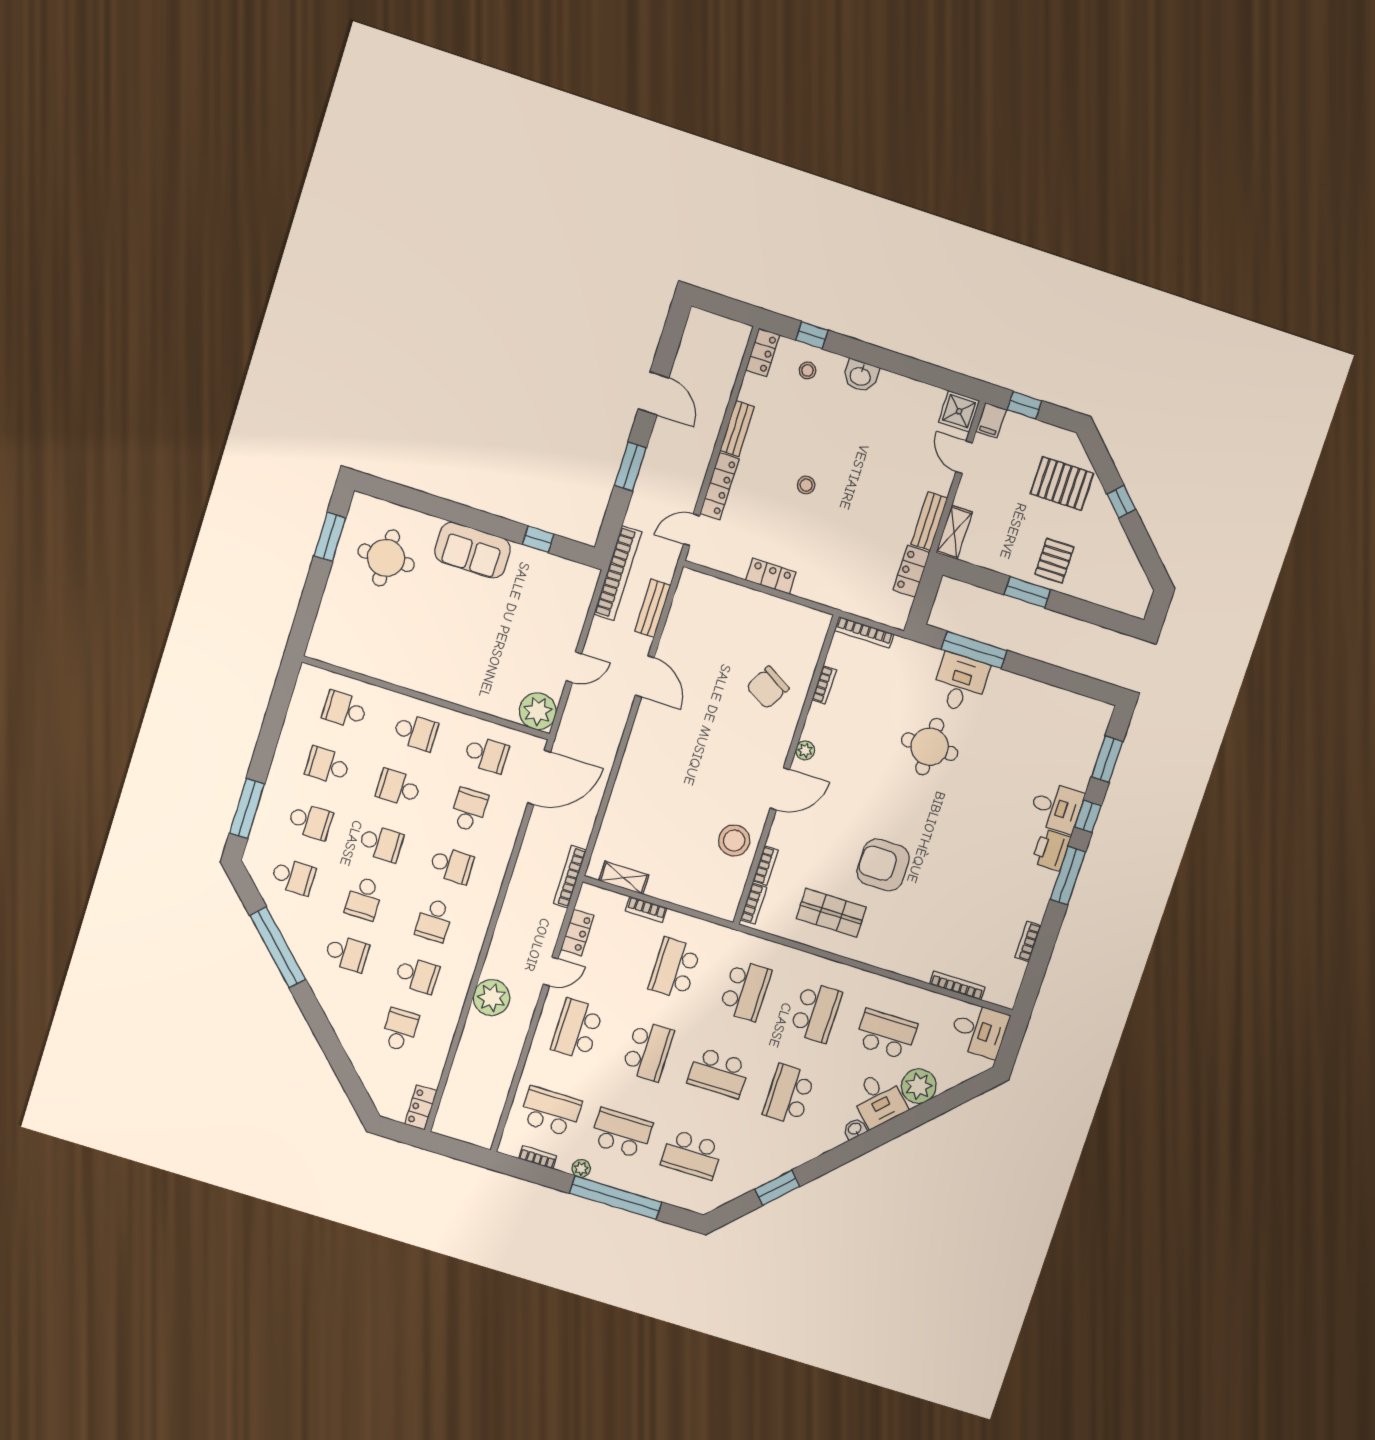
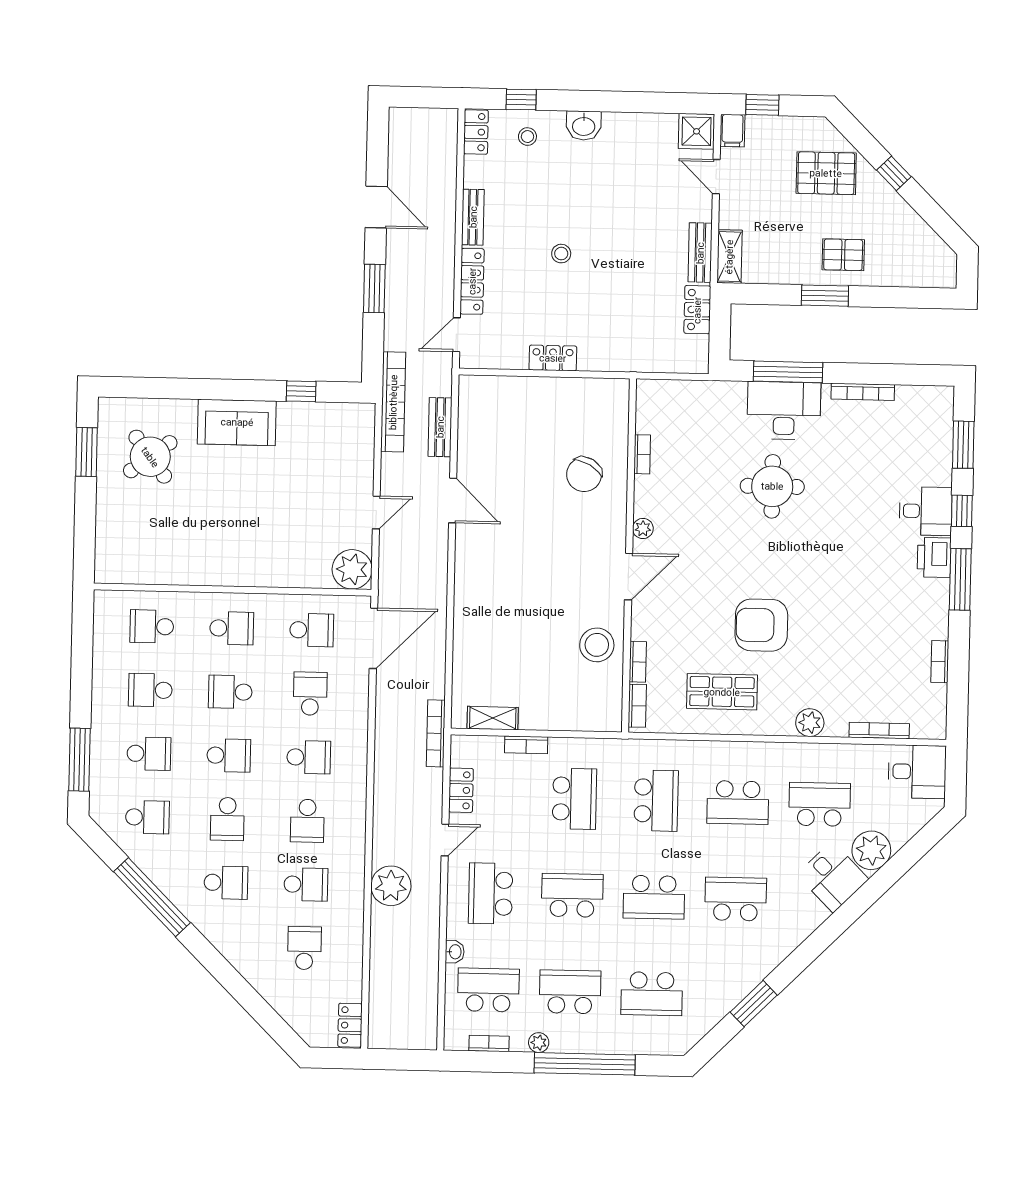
round table: (386, 558) -> (150, 457), turned -37
pallet: (1054, 561) -> (843, 255), turned 90
bookcase: (864, 632) -> (863, 392), moved
desk: (960, 683) -> (784, 411), width x1.37
plant: (899, 962) -> (810, 723), added
school desk: (675, 968) -> (574, 799), turned 180
school desk: (816, 1012) -> (738, 802), turned 90
school desk: (648, 1051) -> (572, 895), turned -90
school desk: (789, 1094) -> (736, 899), turned 90
washbasin: (855, 1129) -> (455, 952), moved, turned 135

